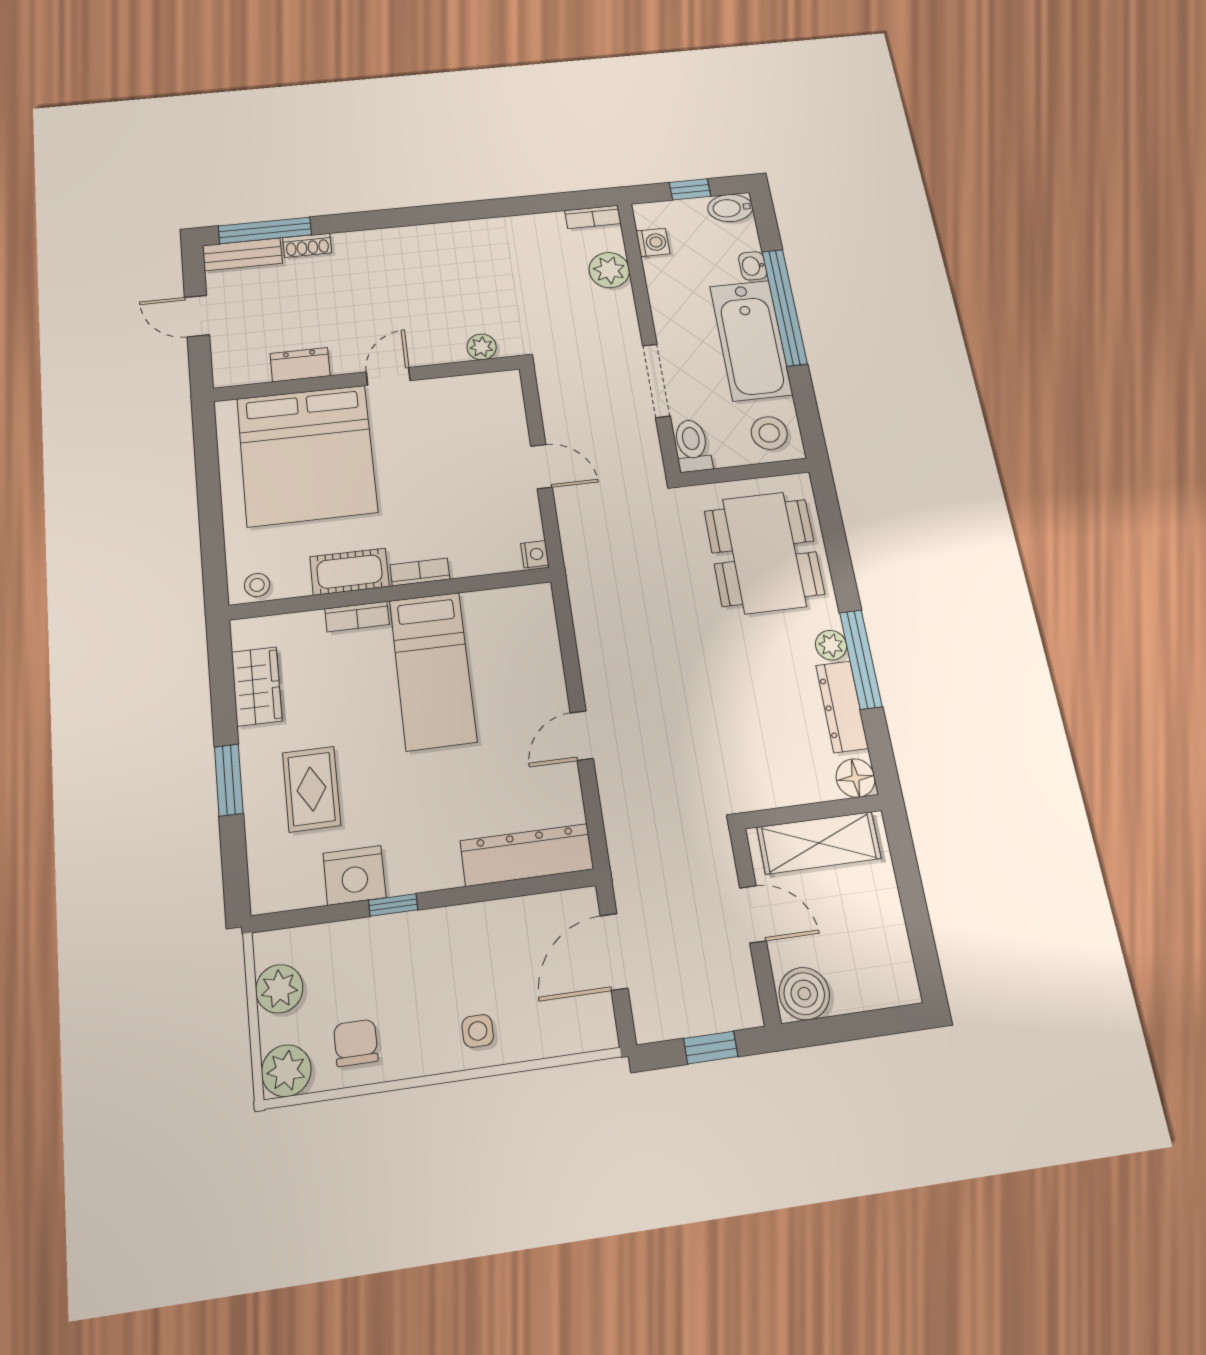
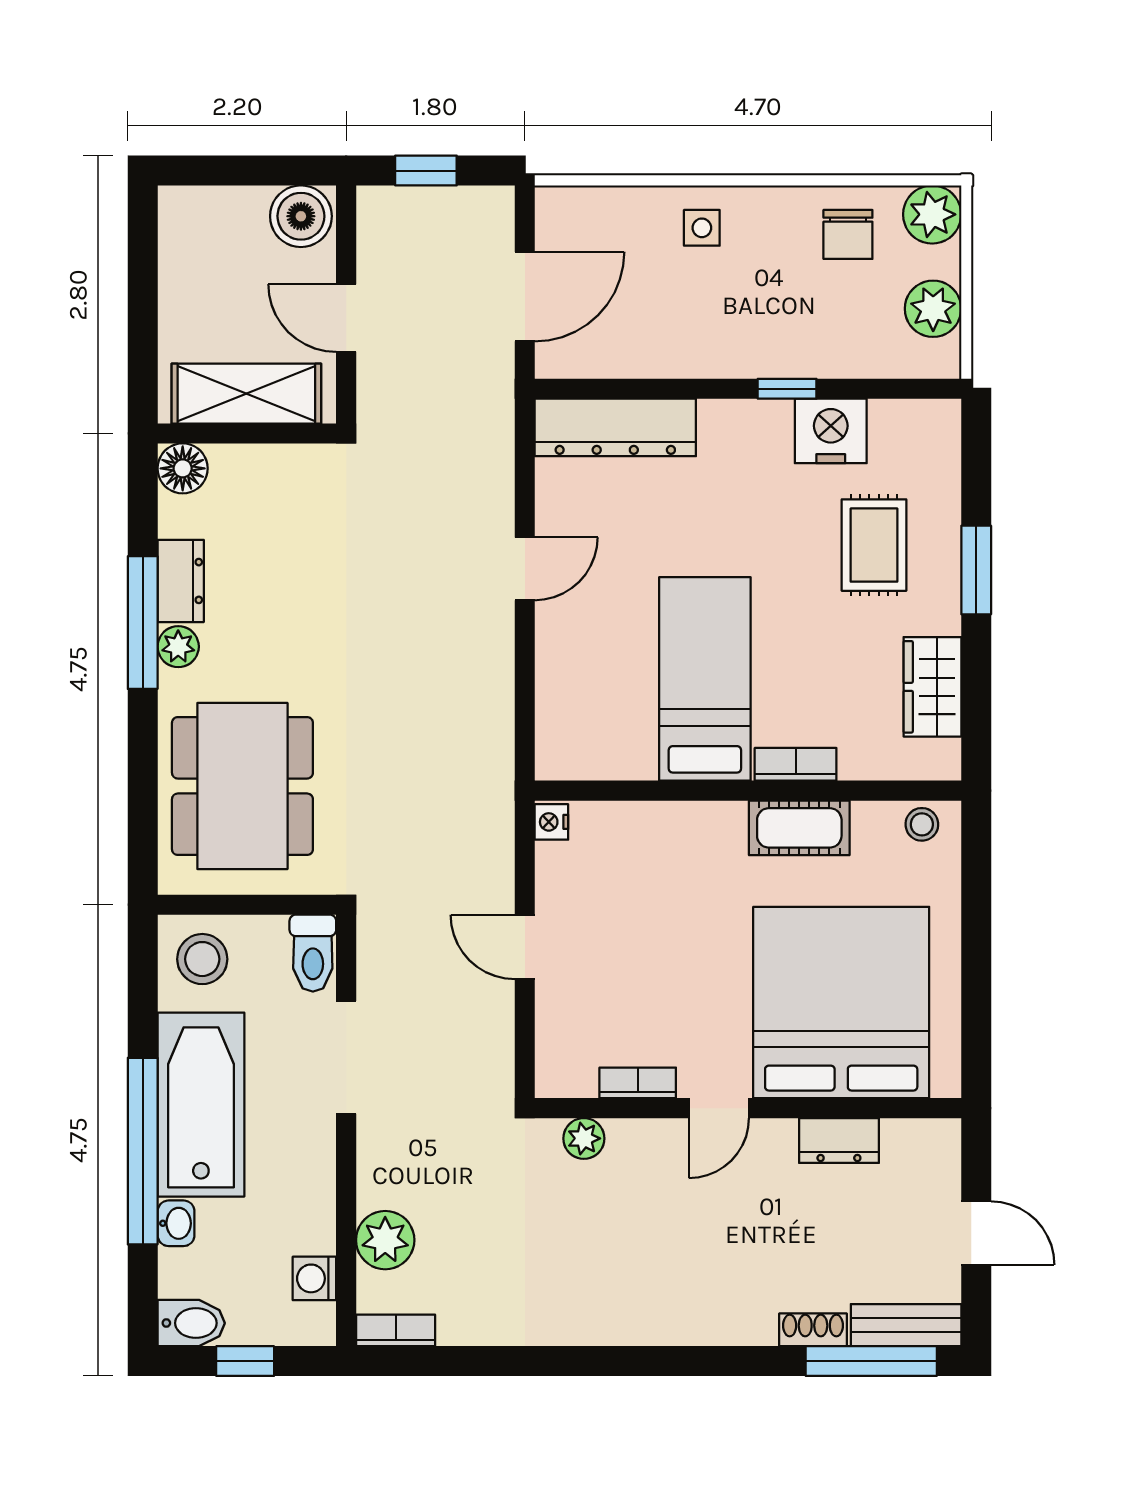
bookcase: (420, 572) -> (638, 1083), moved, turned 180
dresser: (842, 707) -> (181, 581), width x0.70

